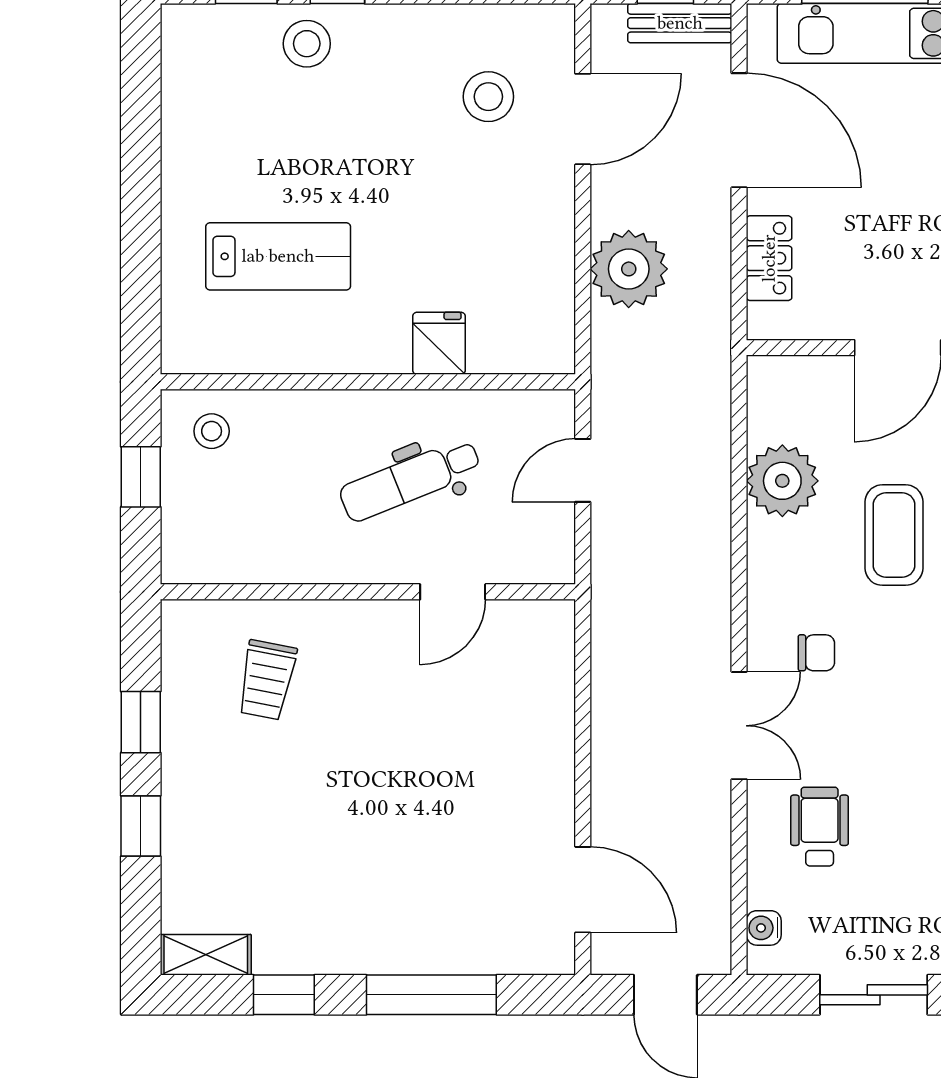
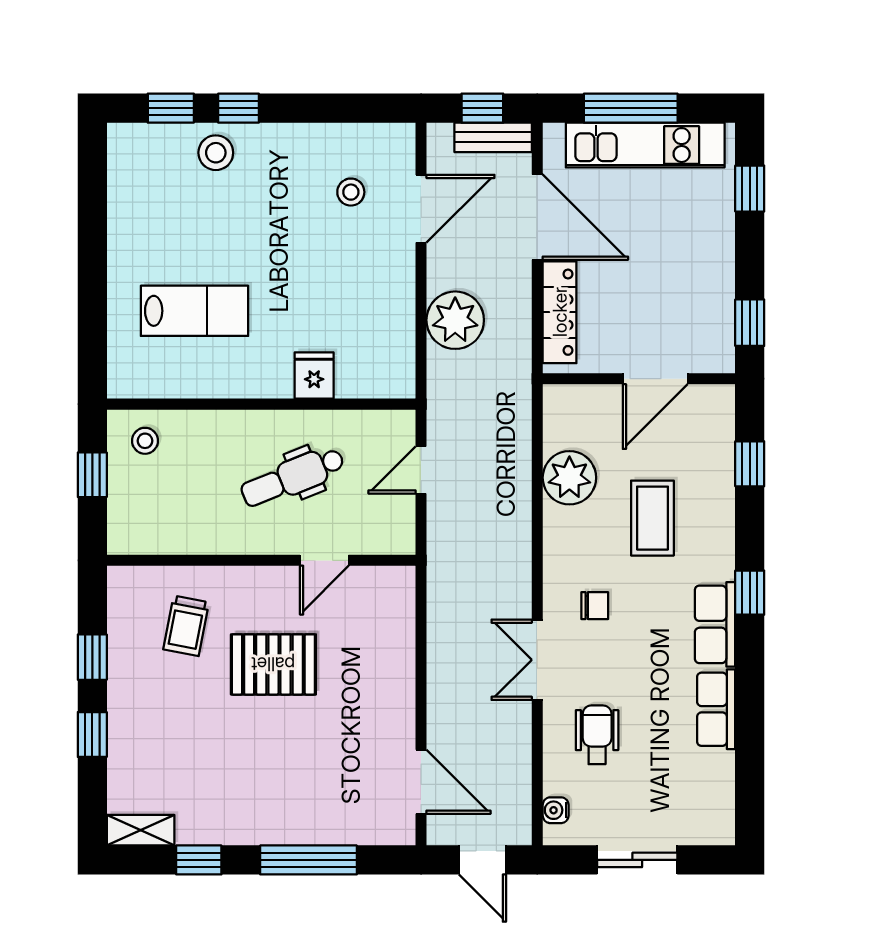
stool: (488, 97) -> (351, 192), width x0.73, depth x0.73
locker: (769, 258) -> (560, 312), width x1.53
double door: (739, 726) -> (537, 660), swing flipped
pallet: (384, 732) -> (273, 664), added

